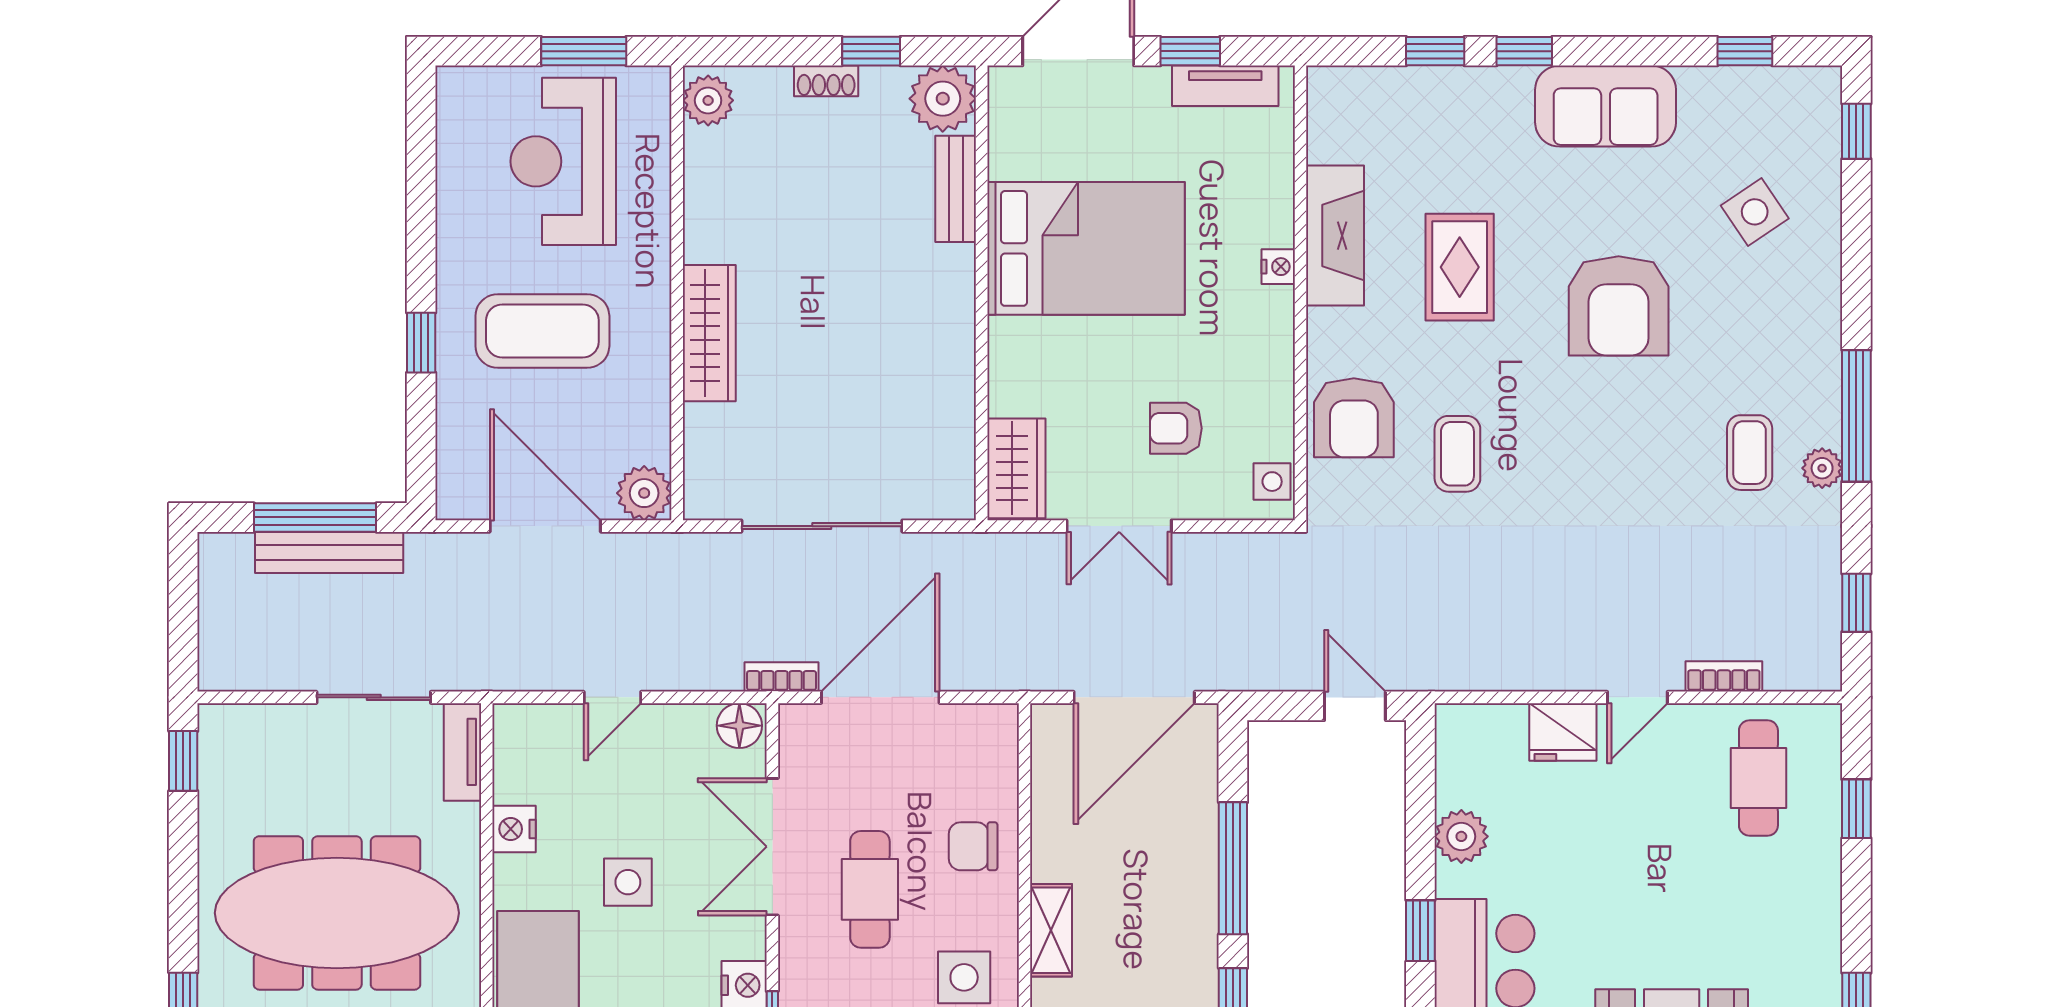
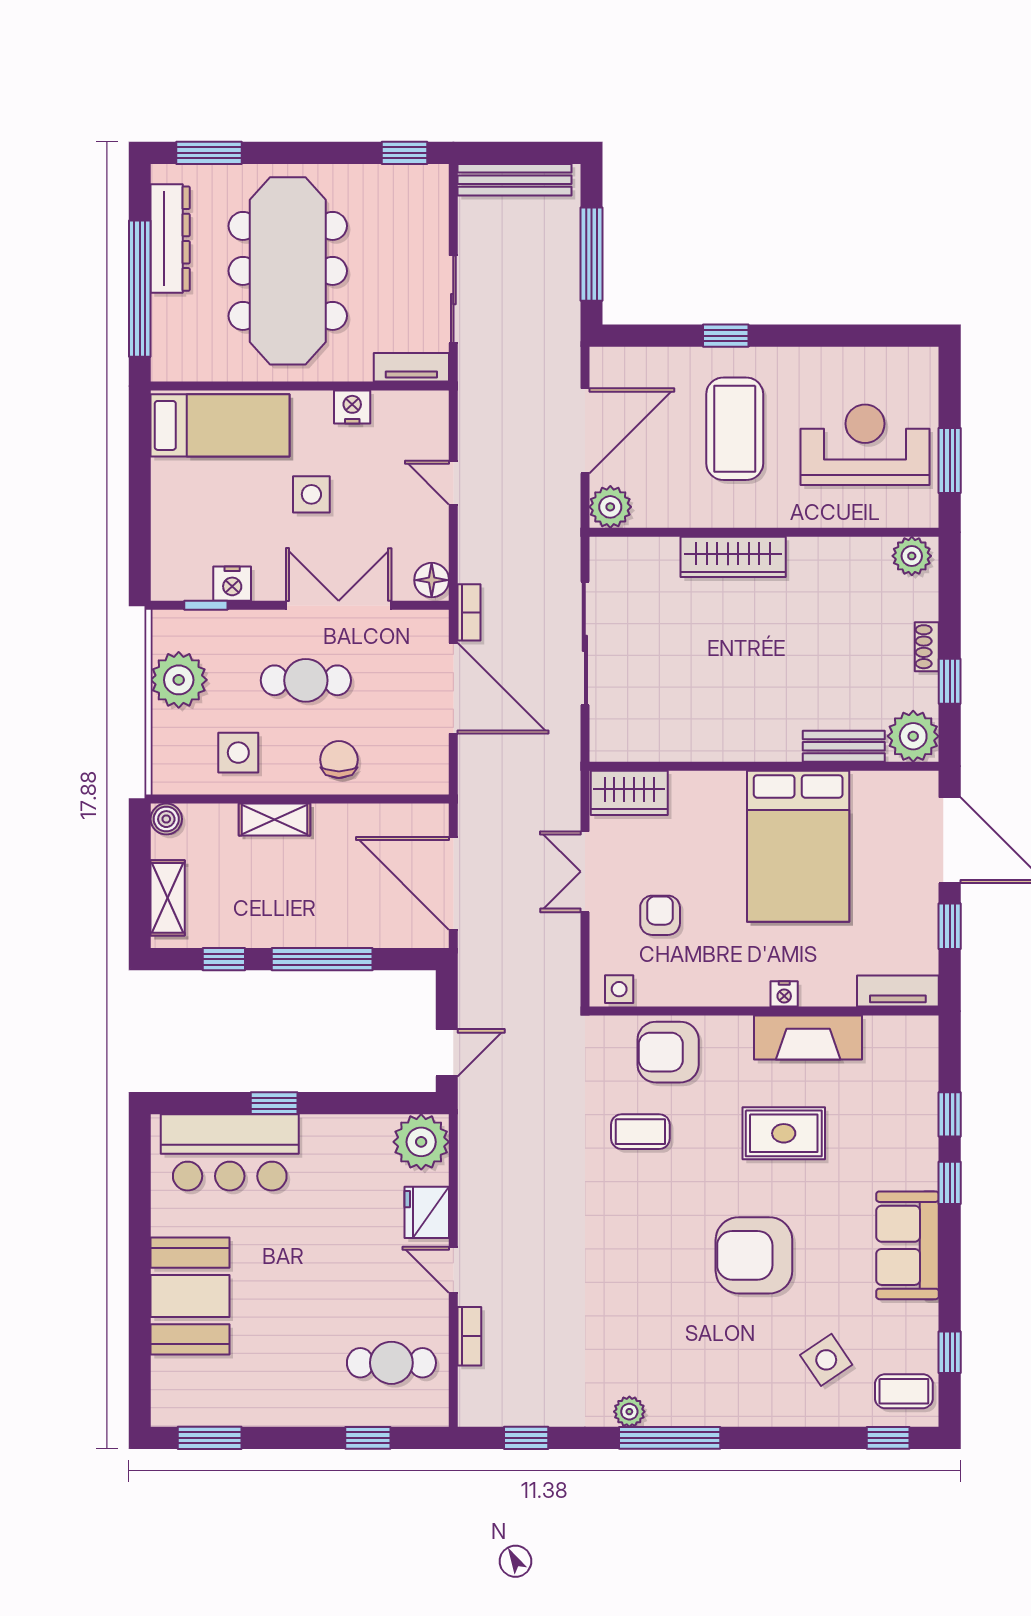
tv unit: (1225, 86) -> (898, 991), moved, turned 90
coffee table: (1750, 453) -> (904, 1391), moved
bench: (329, 552) -> (515, 180), moved, turned 90
plant: (1461, 836) -> (421, 1142), moved, width x1.36, depth x1.36

